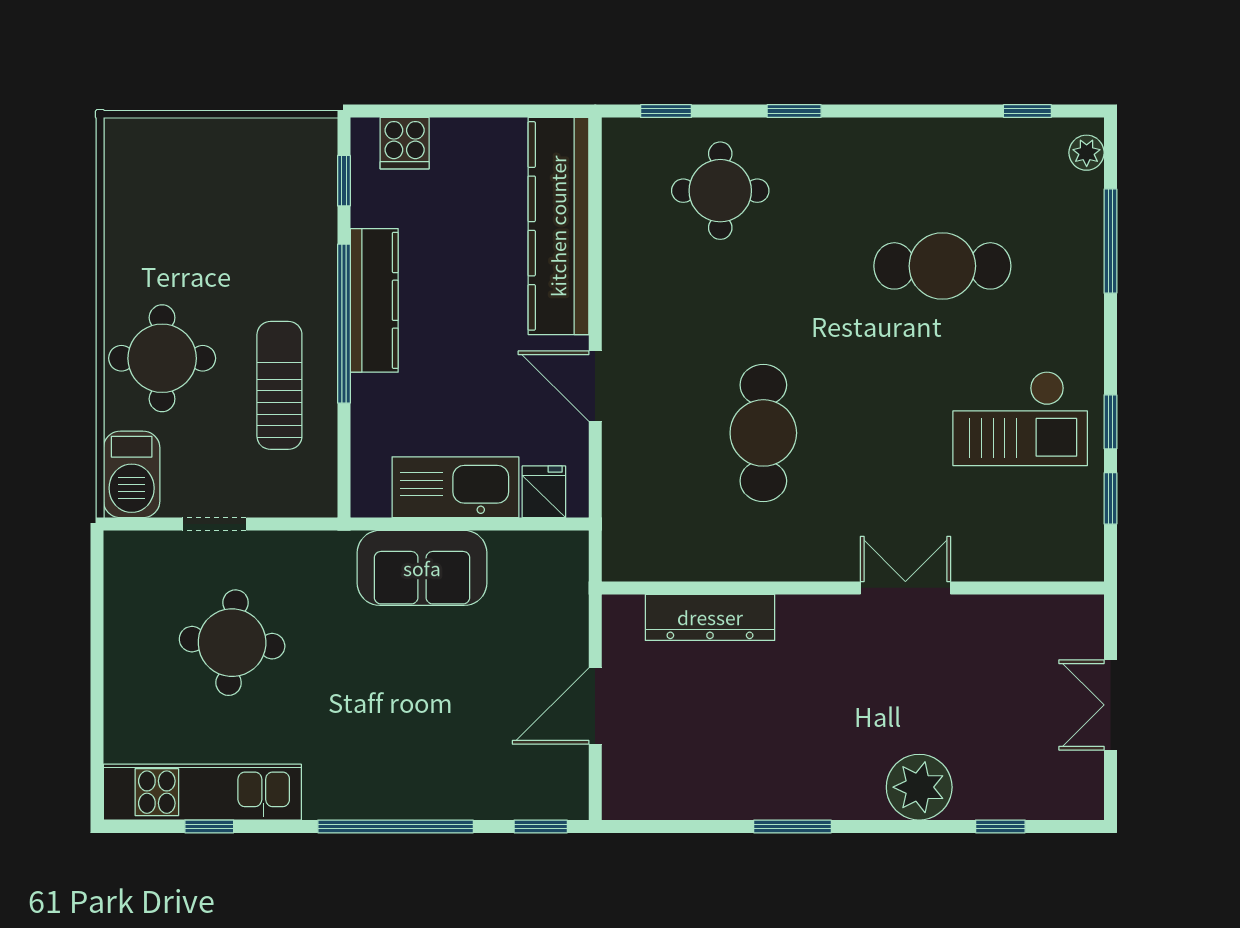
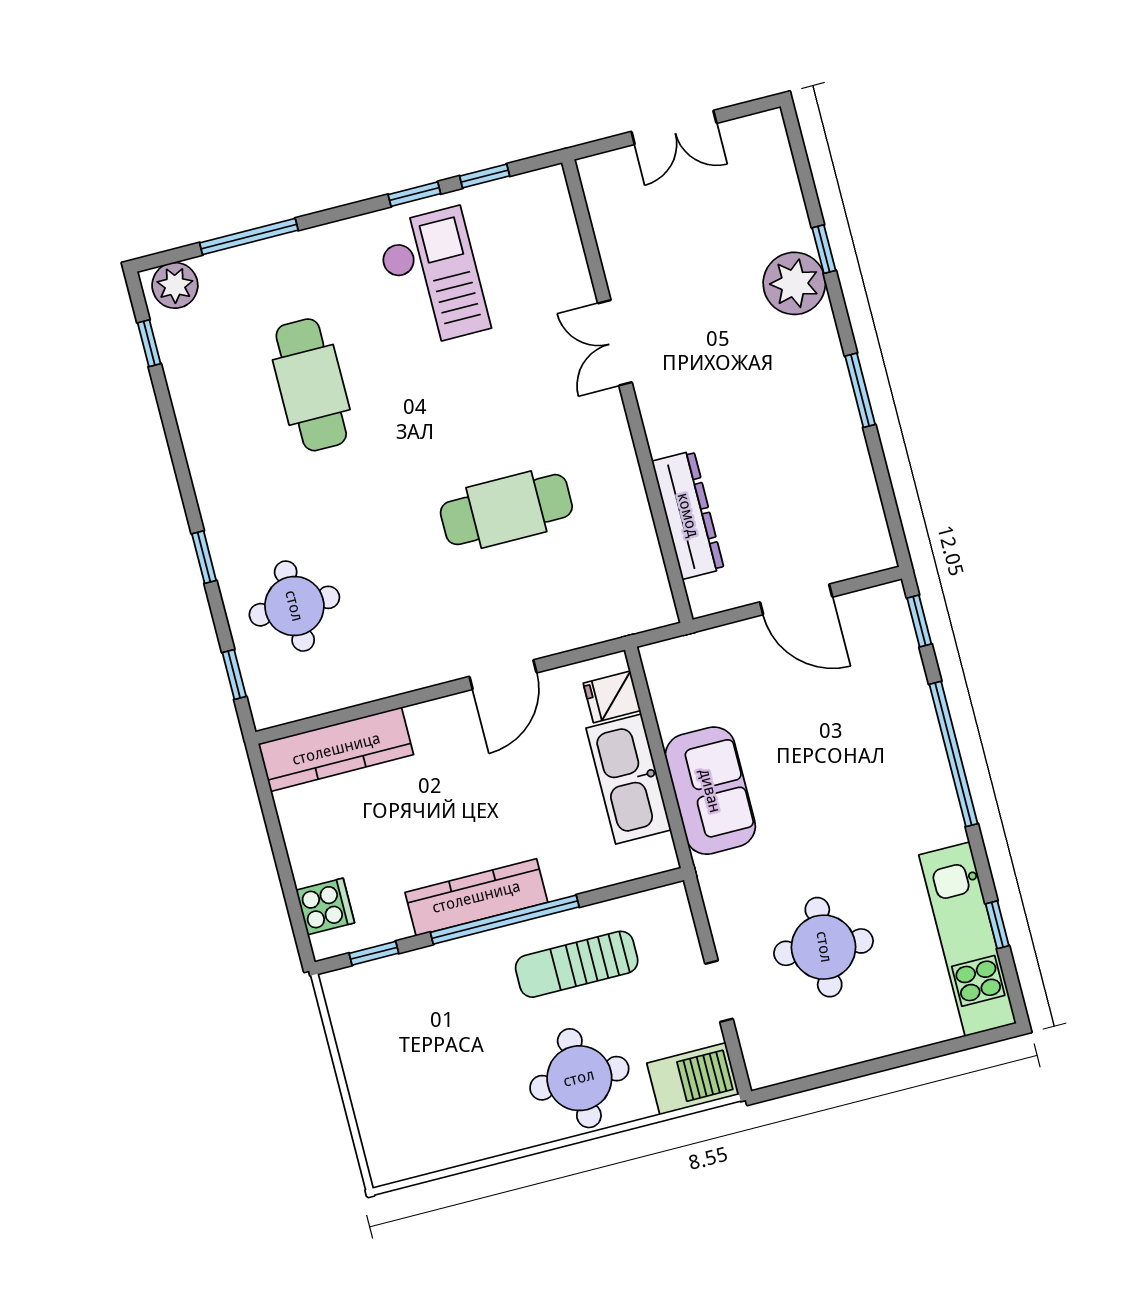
plant: (1087, 153) -> (175, 285), width x1.38, depth x1.38
kitchen counter: (558, 226) -> (336, 749), width x0.72, depth x0.86
window: (1000, 826) -> (824, 249), moved

